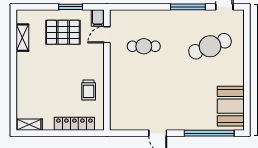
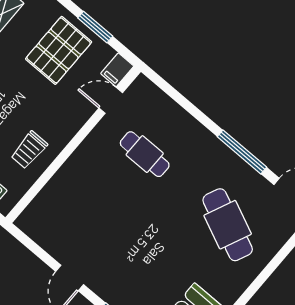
pallet: (63, 32) -> (59, 50), turned 90
cafe table: (210, 46) -> (228, 225), turned 45

